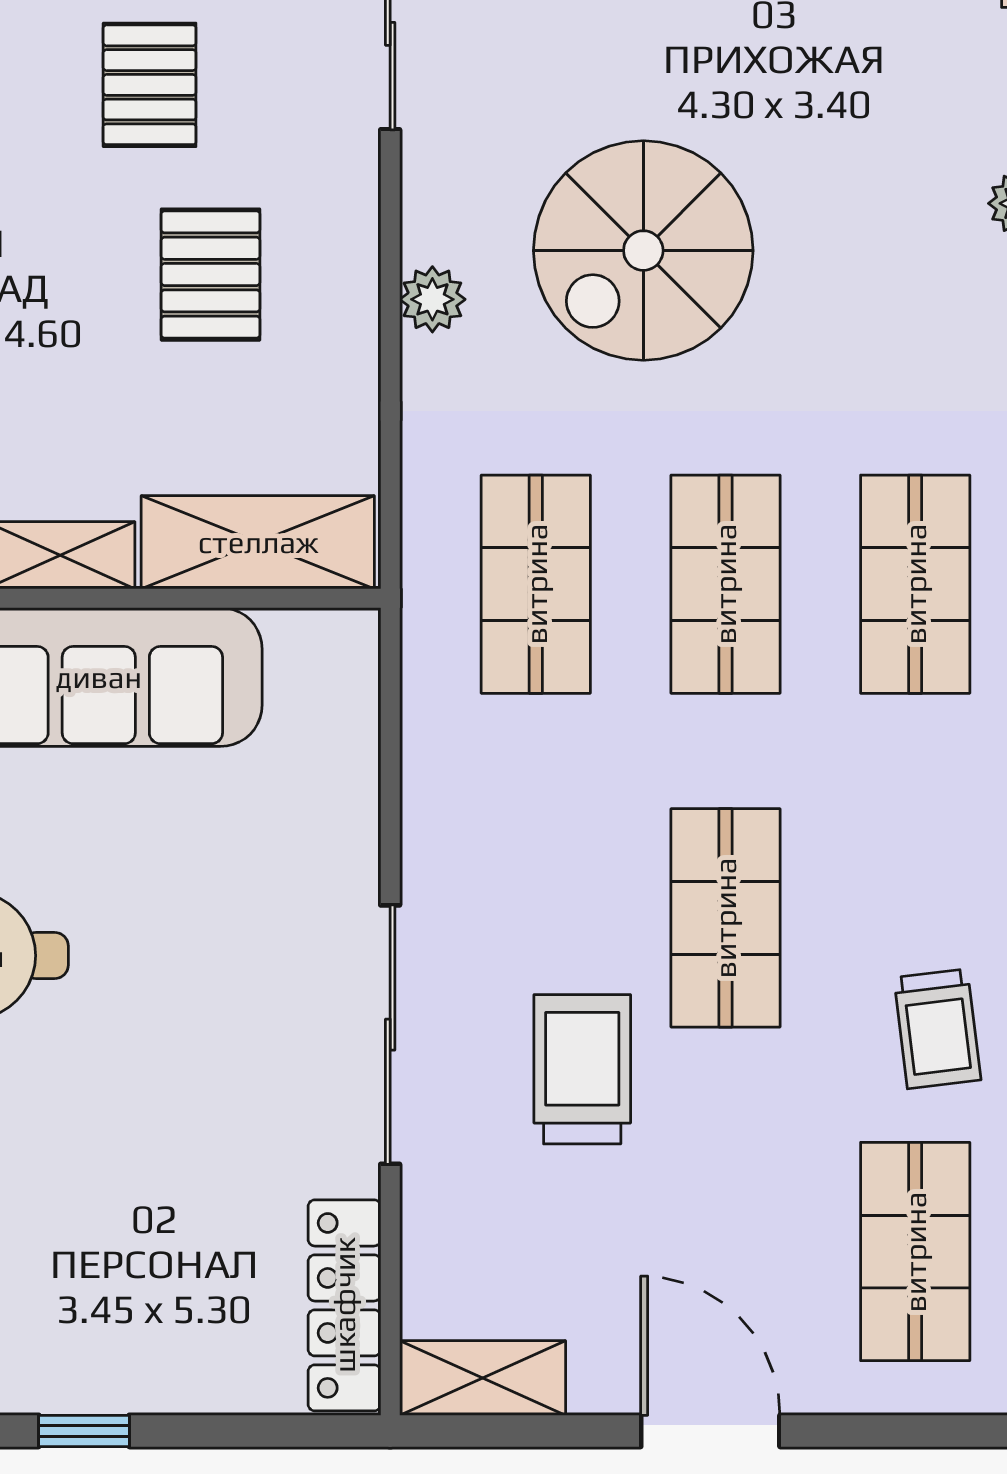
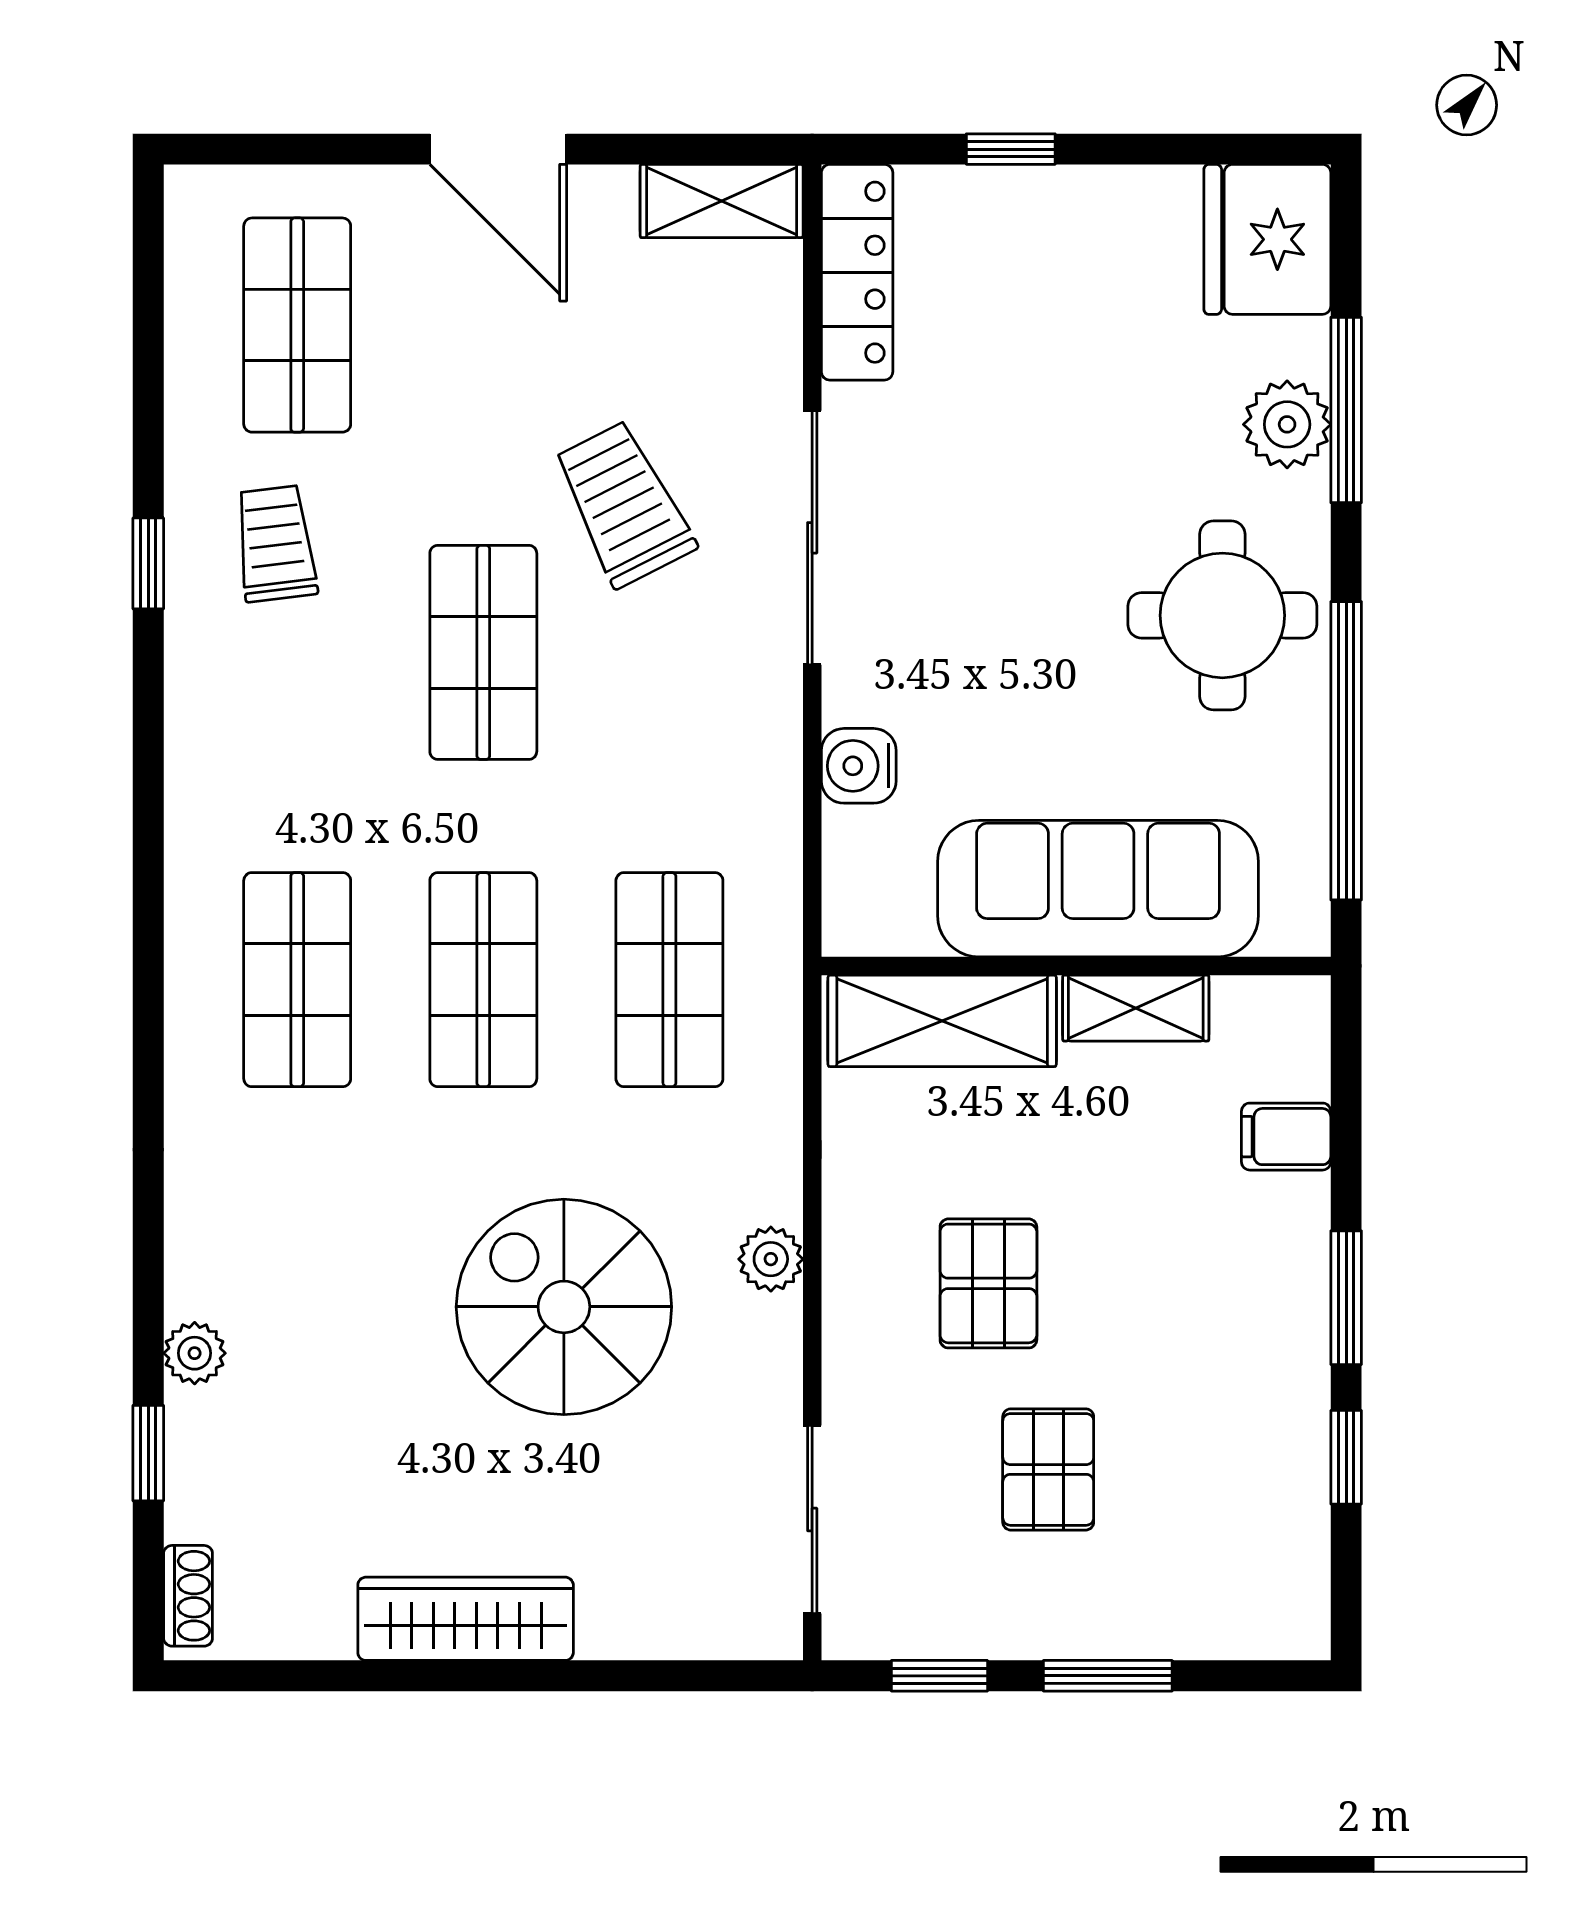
spiral stairs: (643, 251) -> (564, 1307), turned -90
water cooler: (343, 802) -> (859, 766), added
trolley: (582, 1069) -> (624, 504), turned 153
window: (84, 1431) -> (1011, 149), moved

